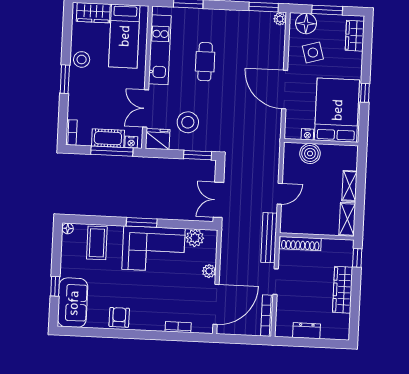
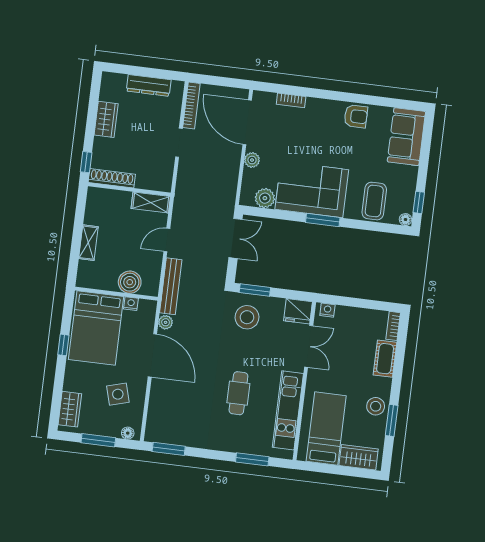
plant: (280, 19) -> (166, 322), moved
floor lamp: (306, 24) -> (128, 433), width x0.53, depth x0.53
window: (65, 79) -> (392, 420), moved
stool: (188, 122) -> (247, 317), moved
cot: (108, 138) -> (385, 359), moved, turned 90
window: (112, 151) -> (350, 302), removed
shelving: (347, 219) -> (151, 202), moved, turned 90
bench: (269, 238) -> (171, 286), moved
shoe rack: (300, 244) -> (112, 178), moved
window: (55, 286) -> (419, 202), moved
wardrobe: (343, 290) -> (106, 119), width x0.67
door: (216, 304) -> (247, 122), hinge flipped
armchair: (119, 317) -> (356, 116), turned -90
dresser: (307, 331) -> (149, 85), width x1.44

